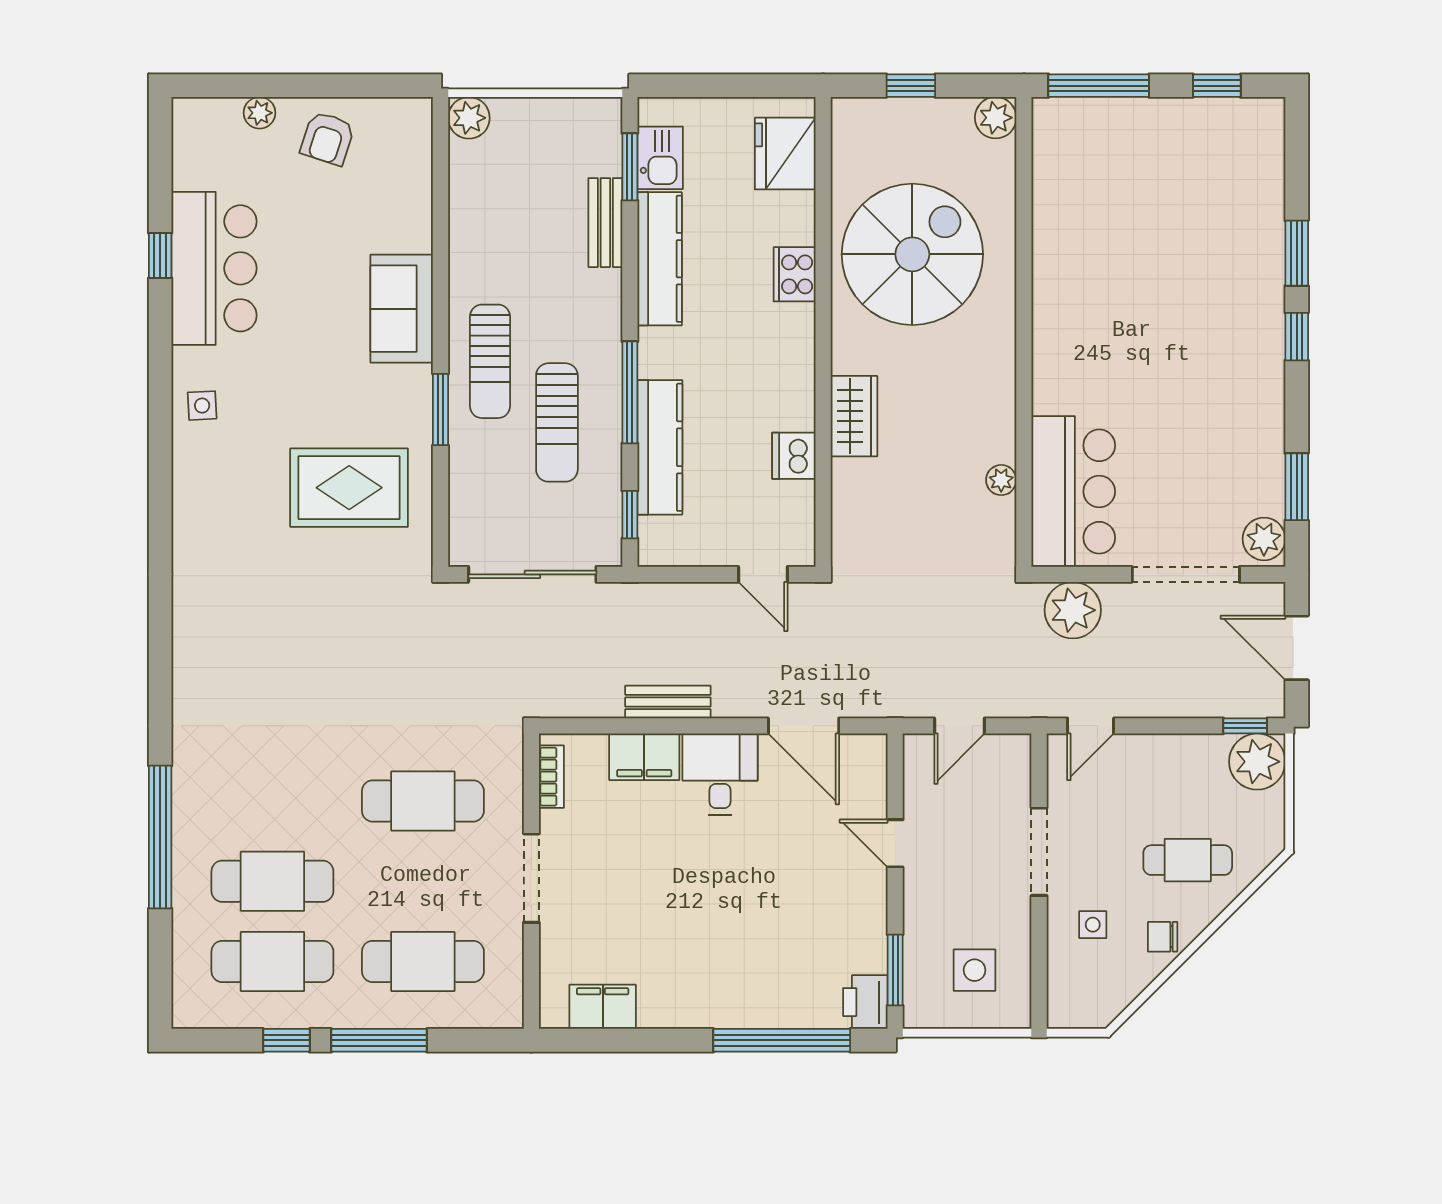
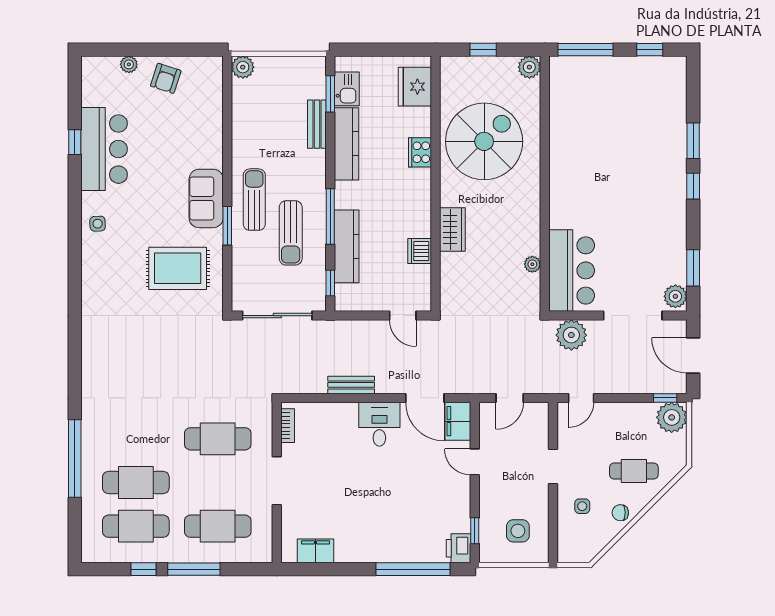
sofa: (402, 309) -> (206, 198), moved
sun lounger: (490, 361) -> (254, 200), turned 180
filing cabinet: (644, 757) -> (458, 421), moved, turned 90
doorway: (1039, 852) -> (553, 466), width x0.73
window: (895, 970) -> (475, 531), width x0.67

